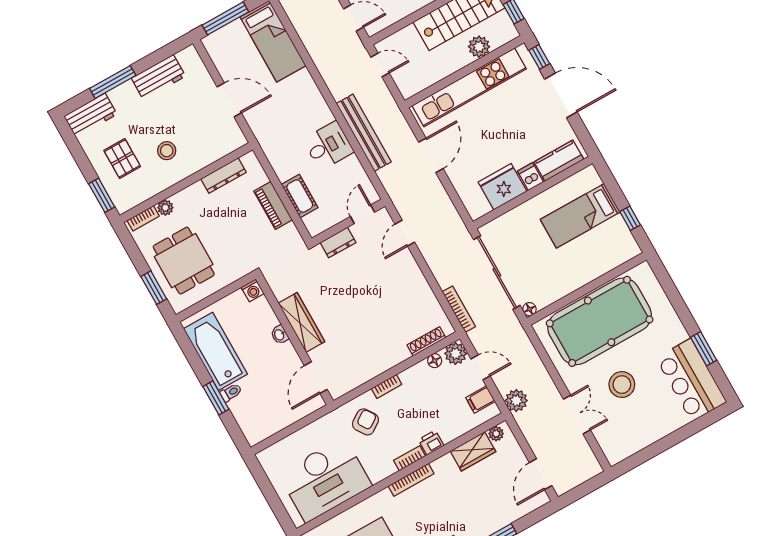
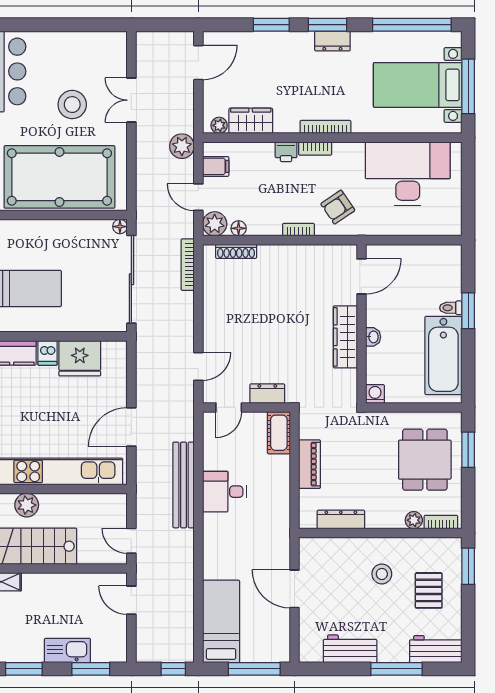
cot: (300, 196) -> (279, 433), moved

